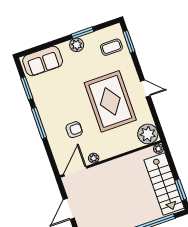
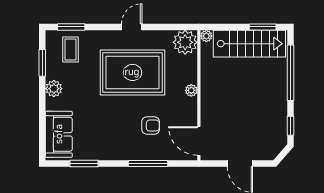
window: (83, 33) -> (42, 63), moved
window: (39, 123) -> (148, 163), moved
armchair: (74, 130) -> (151, 126), turned 90
plant: (94, 158) -> (191, 90), moved

